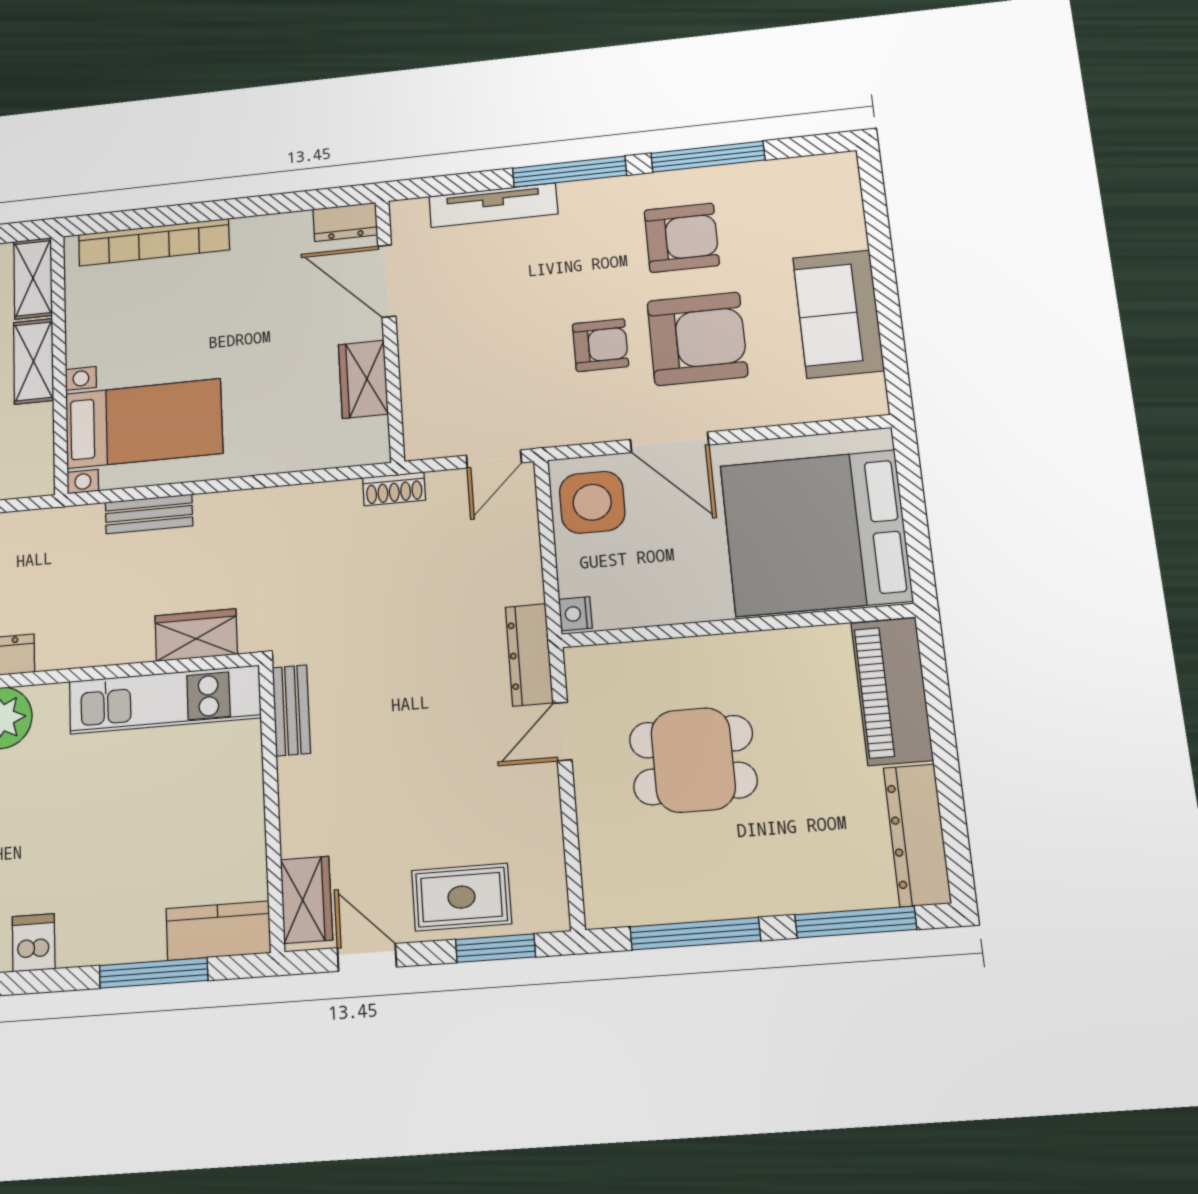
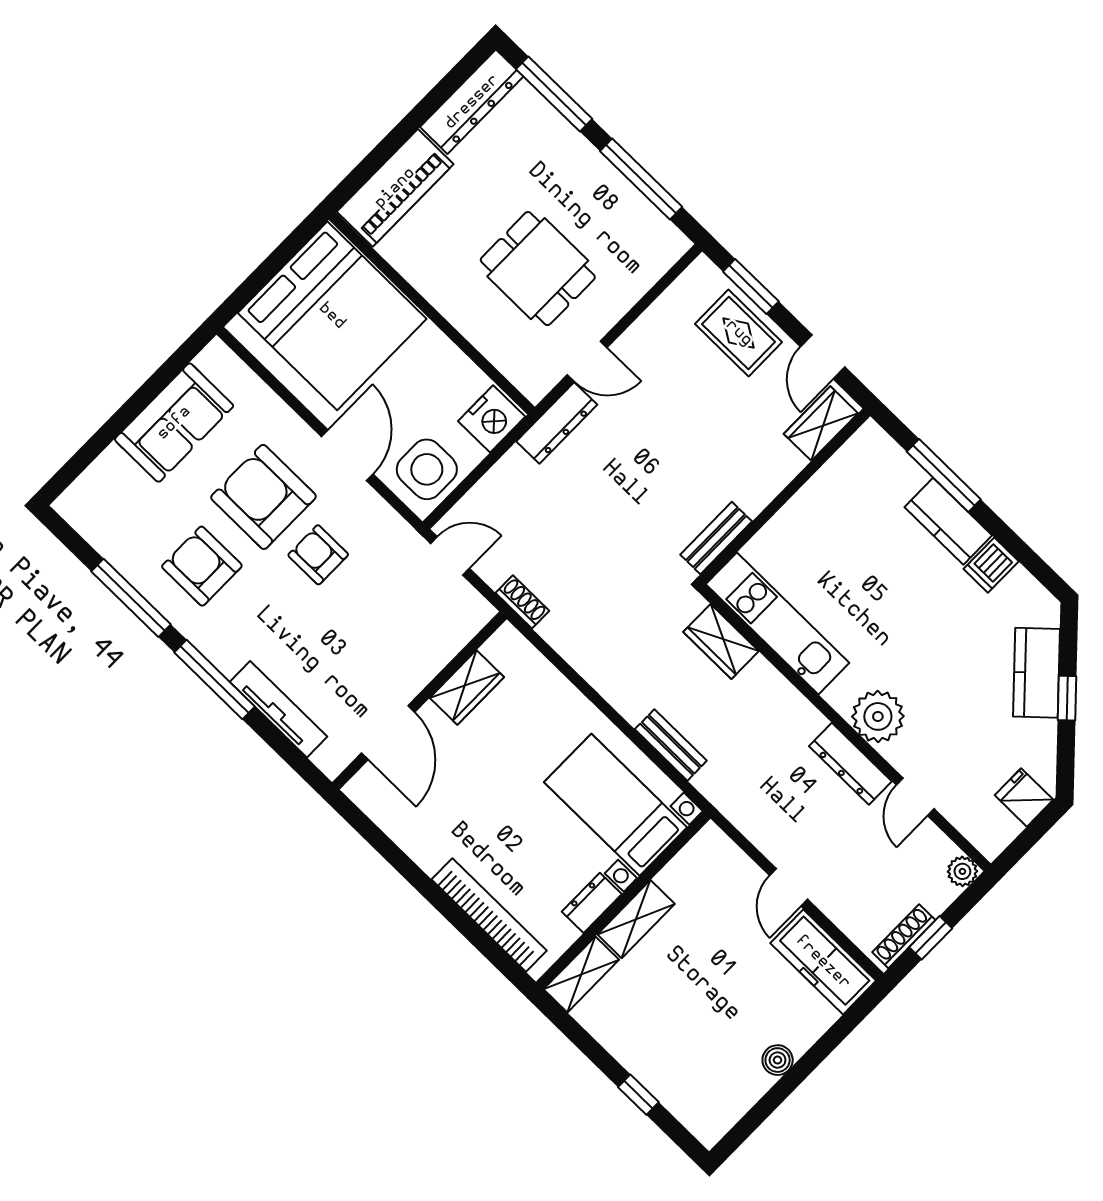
dresser: (345, 222) -> (592, 903), moved, turned -90
nightstand: (575, 614) -> (492, 419), width x1.89, depth x1.79
kitchen counter: (218, 931) -> (948, 521), moved

